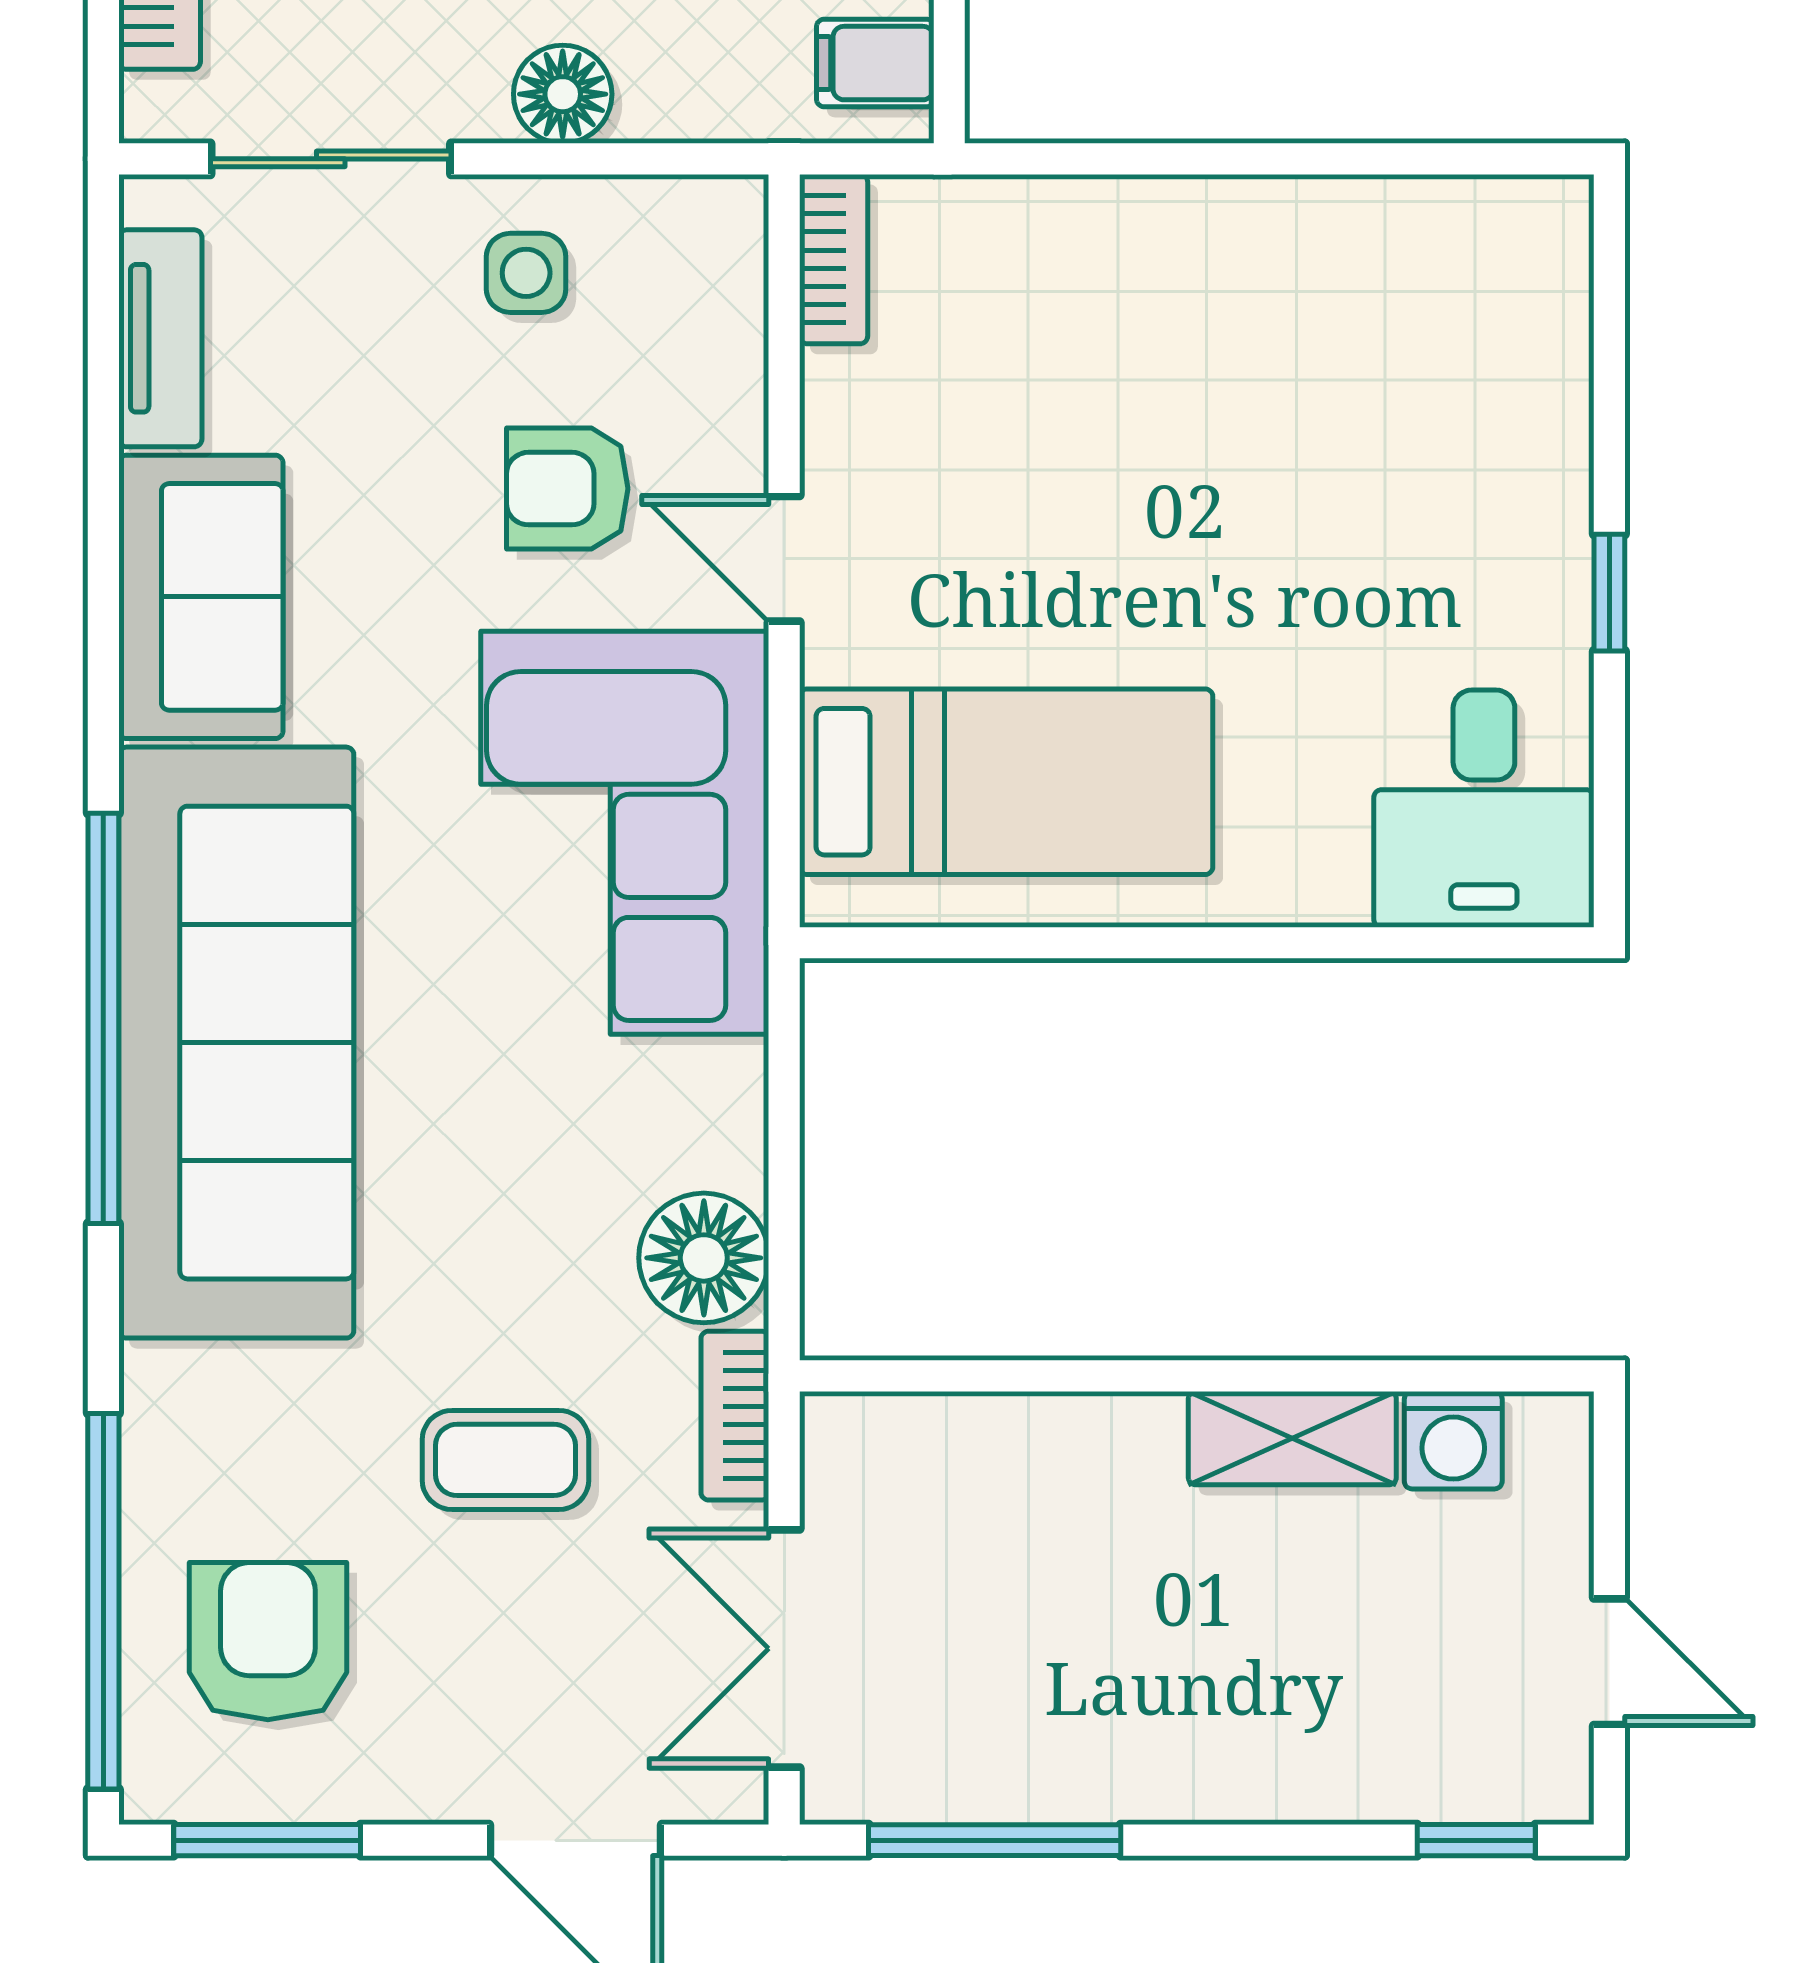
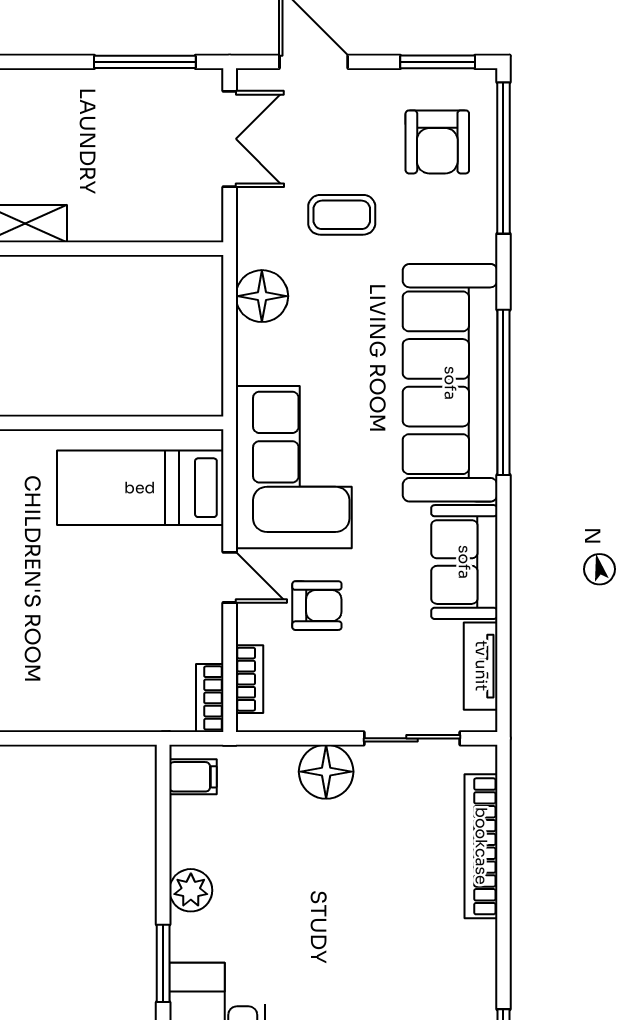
floor lamp: (563, 94) -> (326, 772), width x1.38, depth x1.38
side table: (526, 273) -> (333, 692), removed
bookcase: (735, 1416) -> (249, 679), moved

